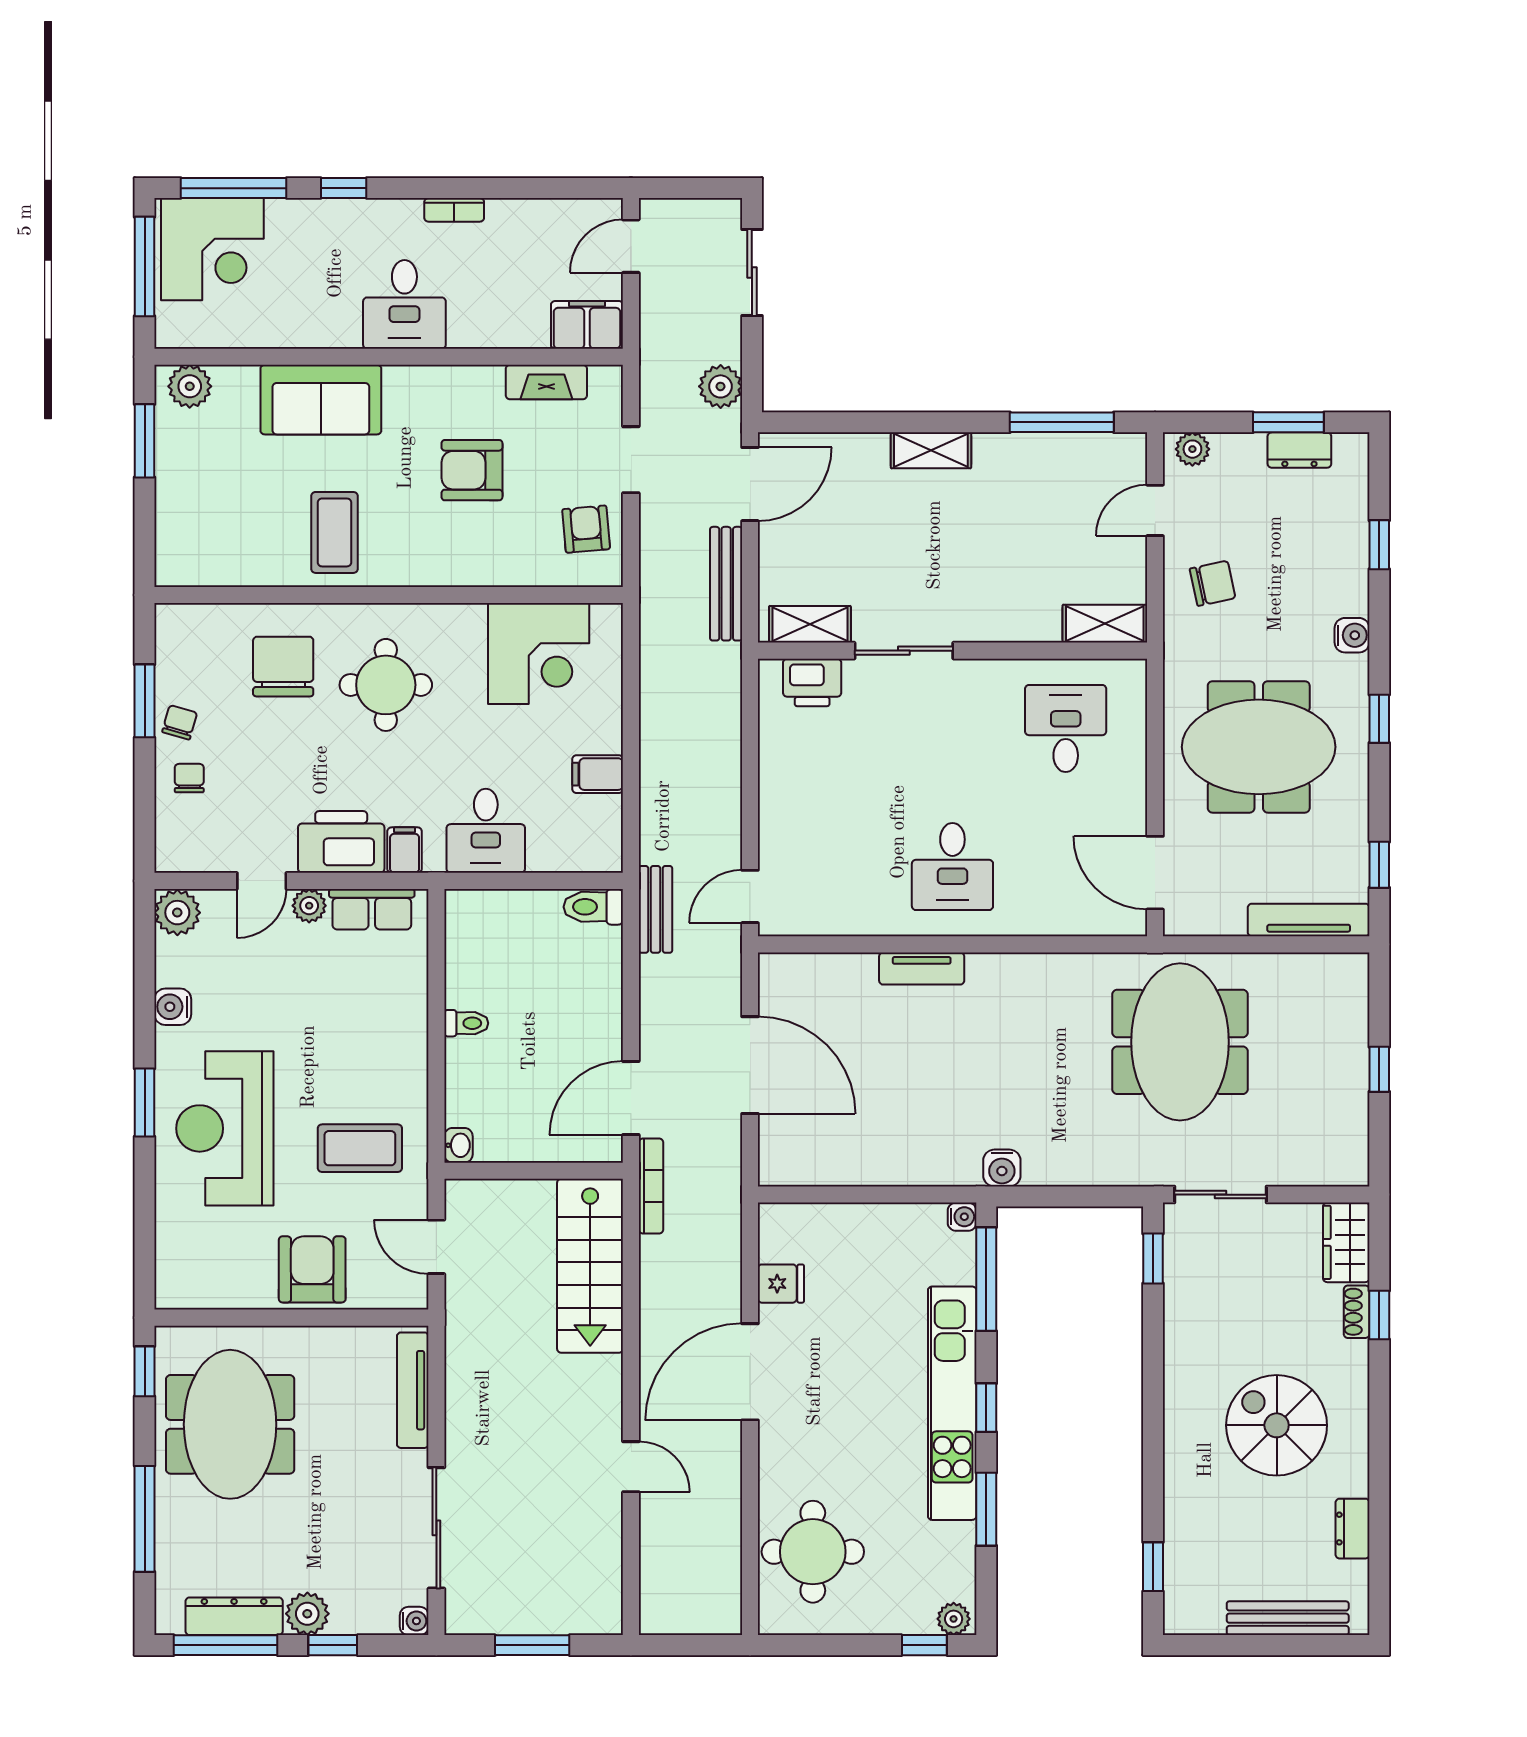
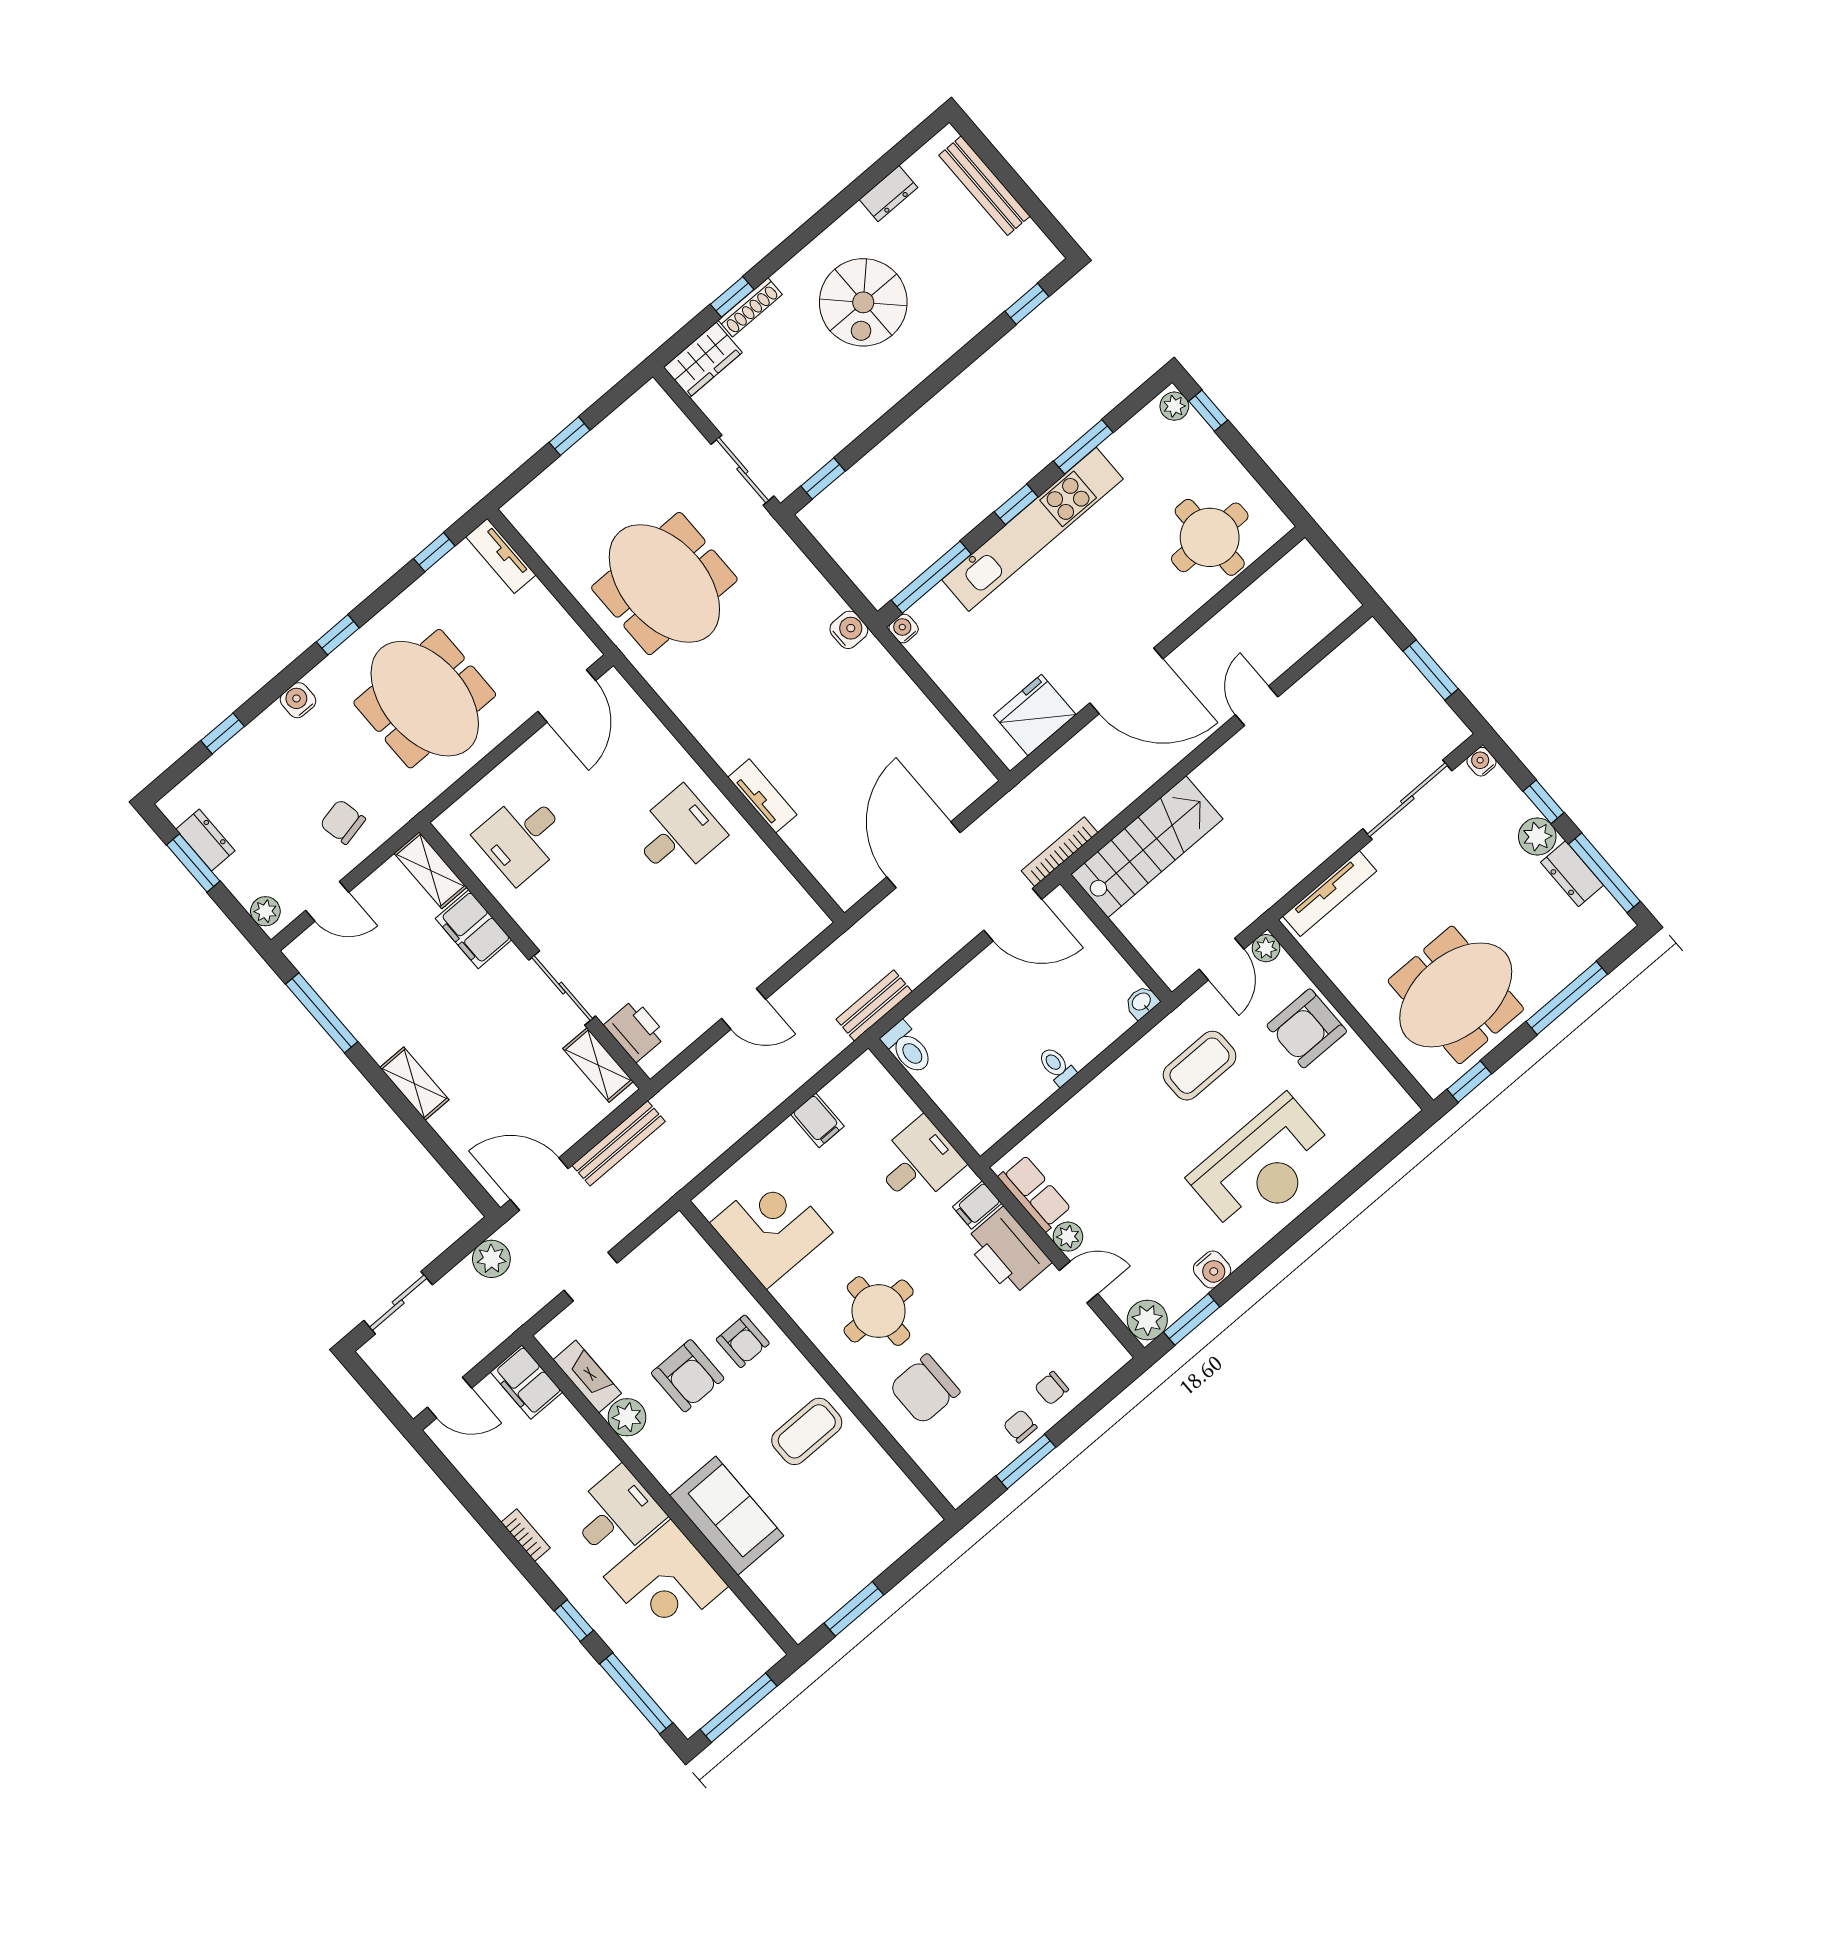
corner desk: (212, 249) -> (666, 1581), moved, turned 180
plant: (190, 386) -> (627, 1417), moved
armchair: (586, 529) -> (743, 1341), moved, turned -85
filing cabinet: (1021, 617) -> (474, 929), added
chair: (180, 722) -> (1020, 1426), turned 74
door: (750, 896) -> (744, 1009), moved
tv unit: (1309, 920) -> (501, 556), width x0.71
meeting table: (1180, 1042) -> (664, 584), turned 90
window: (145, 1103) -> (1192, 1319), moved
coffee table: (360, 1148) -> (1200, 1066), turned 90
fridge: (781, 1284) -> (1035, 715), width x1.88, depth x1.34
plant: (413, 1294) -> (1266, 948), added
shoe rack: (1357, 1312) -> (750, 307), width x1.43
dresser: (234, 1616) -> (1572, 874), width x0.70

